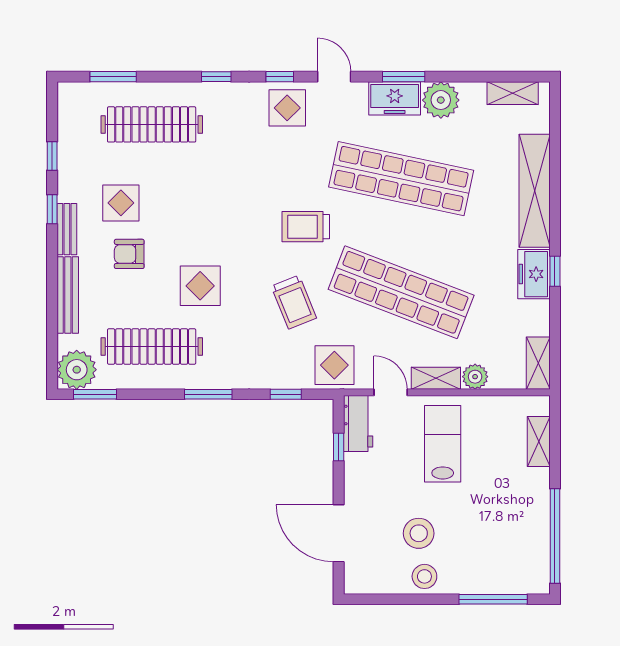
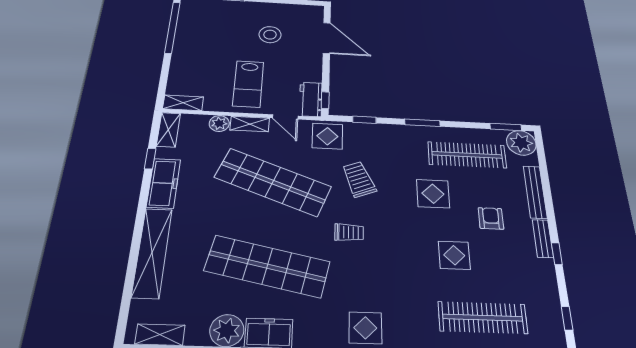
window: (52, 156) -> (567, 318), moved
display table: (121, 203) -> (454, 255), moved
trolley: (306, 227) -> (349, 232), width x0.73, depth x0.72
armchair: (129, 254) -> (491, 218), turned -90
window: (555, 271) -> (150, 159), moved
freezer: (534, 274) -> (164, 183), width x1.40
shelving: (539, 441) -> (183, 103), moved, turned 90
window: (339, 447) -> (325, 100), moved
stool: (424, 576) -> (268, 12), removed

